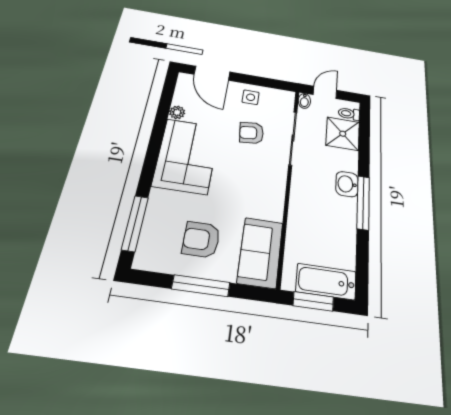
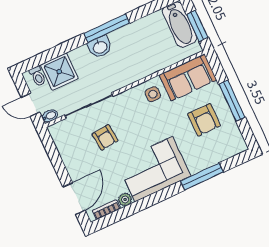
bookcase: (180, 92) -> (106, 210), added
side table: (251, 97) -> (153, 94), moved
window: (135, 223) -> (202, 177), moved

